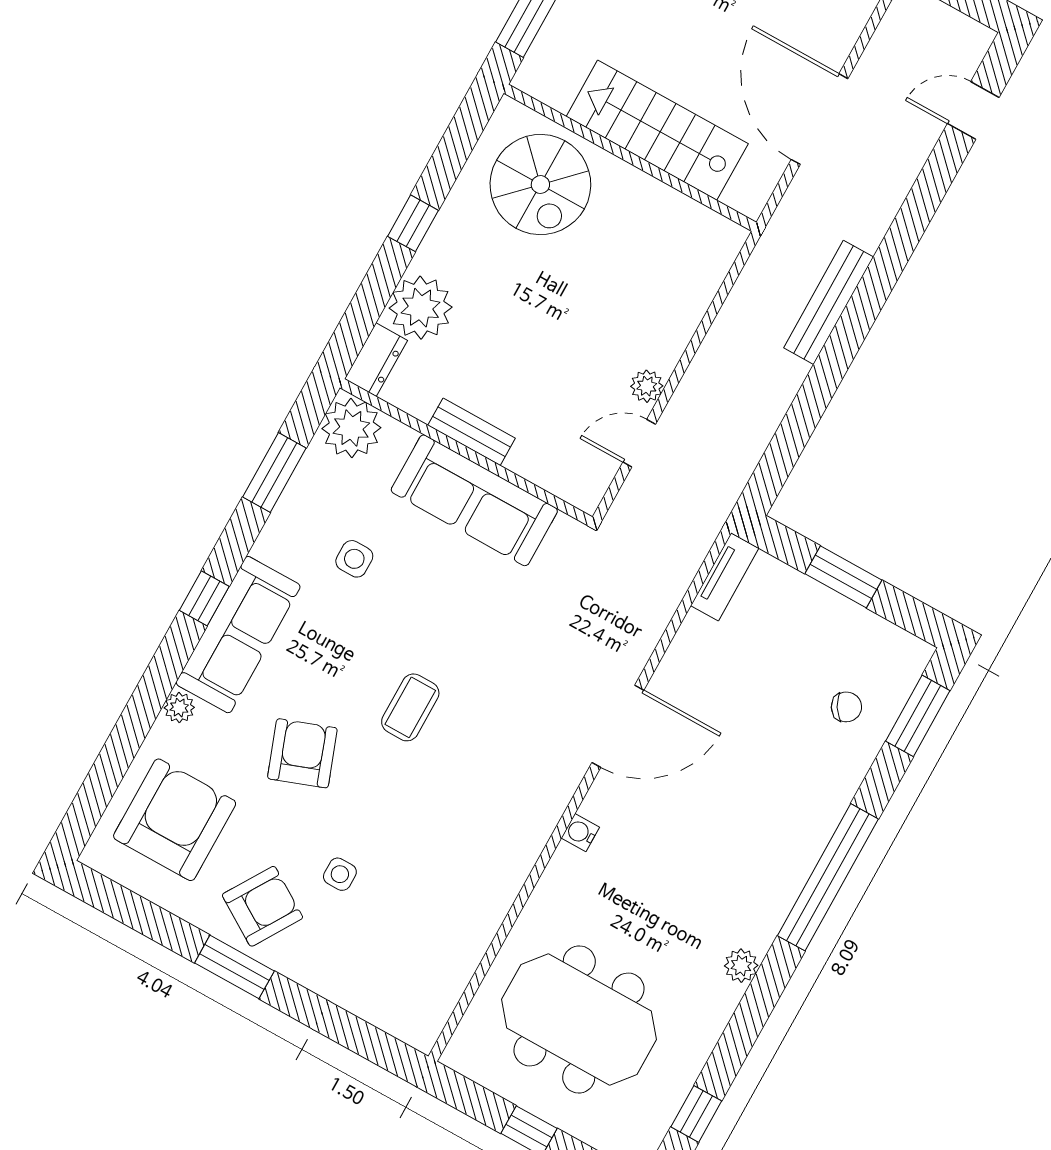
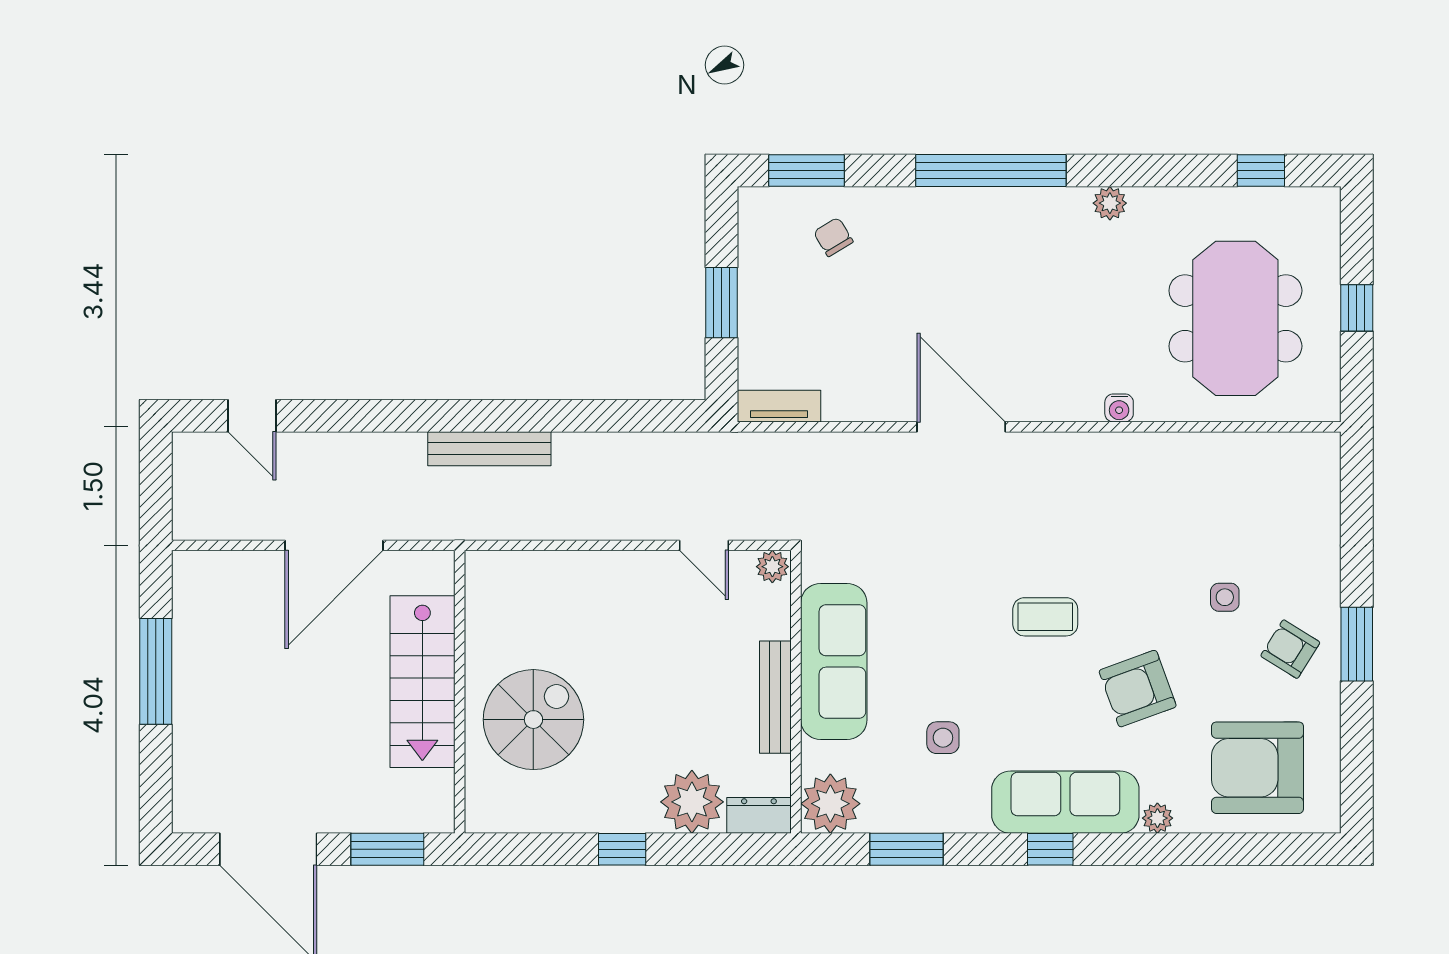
spiral stairs: (540, 185) -> (533, 720), moved
plant: (647, 386) -> (772, 567), moved
bench: (472, 432) -> (775, 697), width x1.36
water cooler: (580, 833) -> (1119, 408), moved
armchair: (262, 906) -> (1290, 649), width x0.72, depth x0.72

